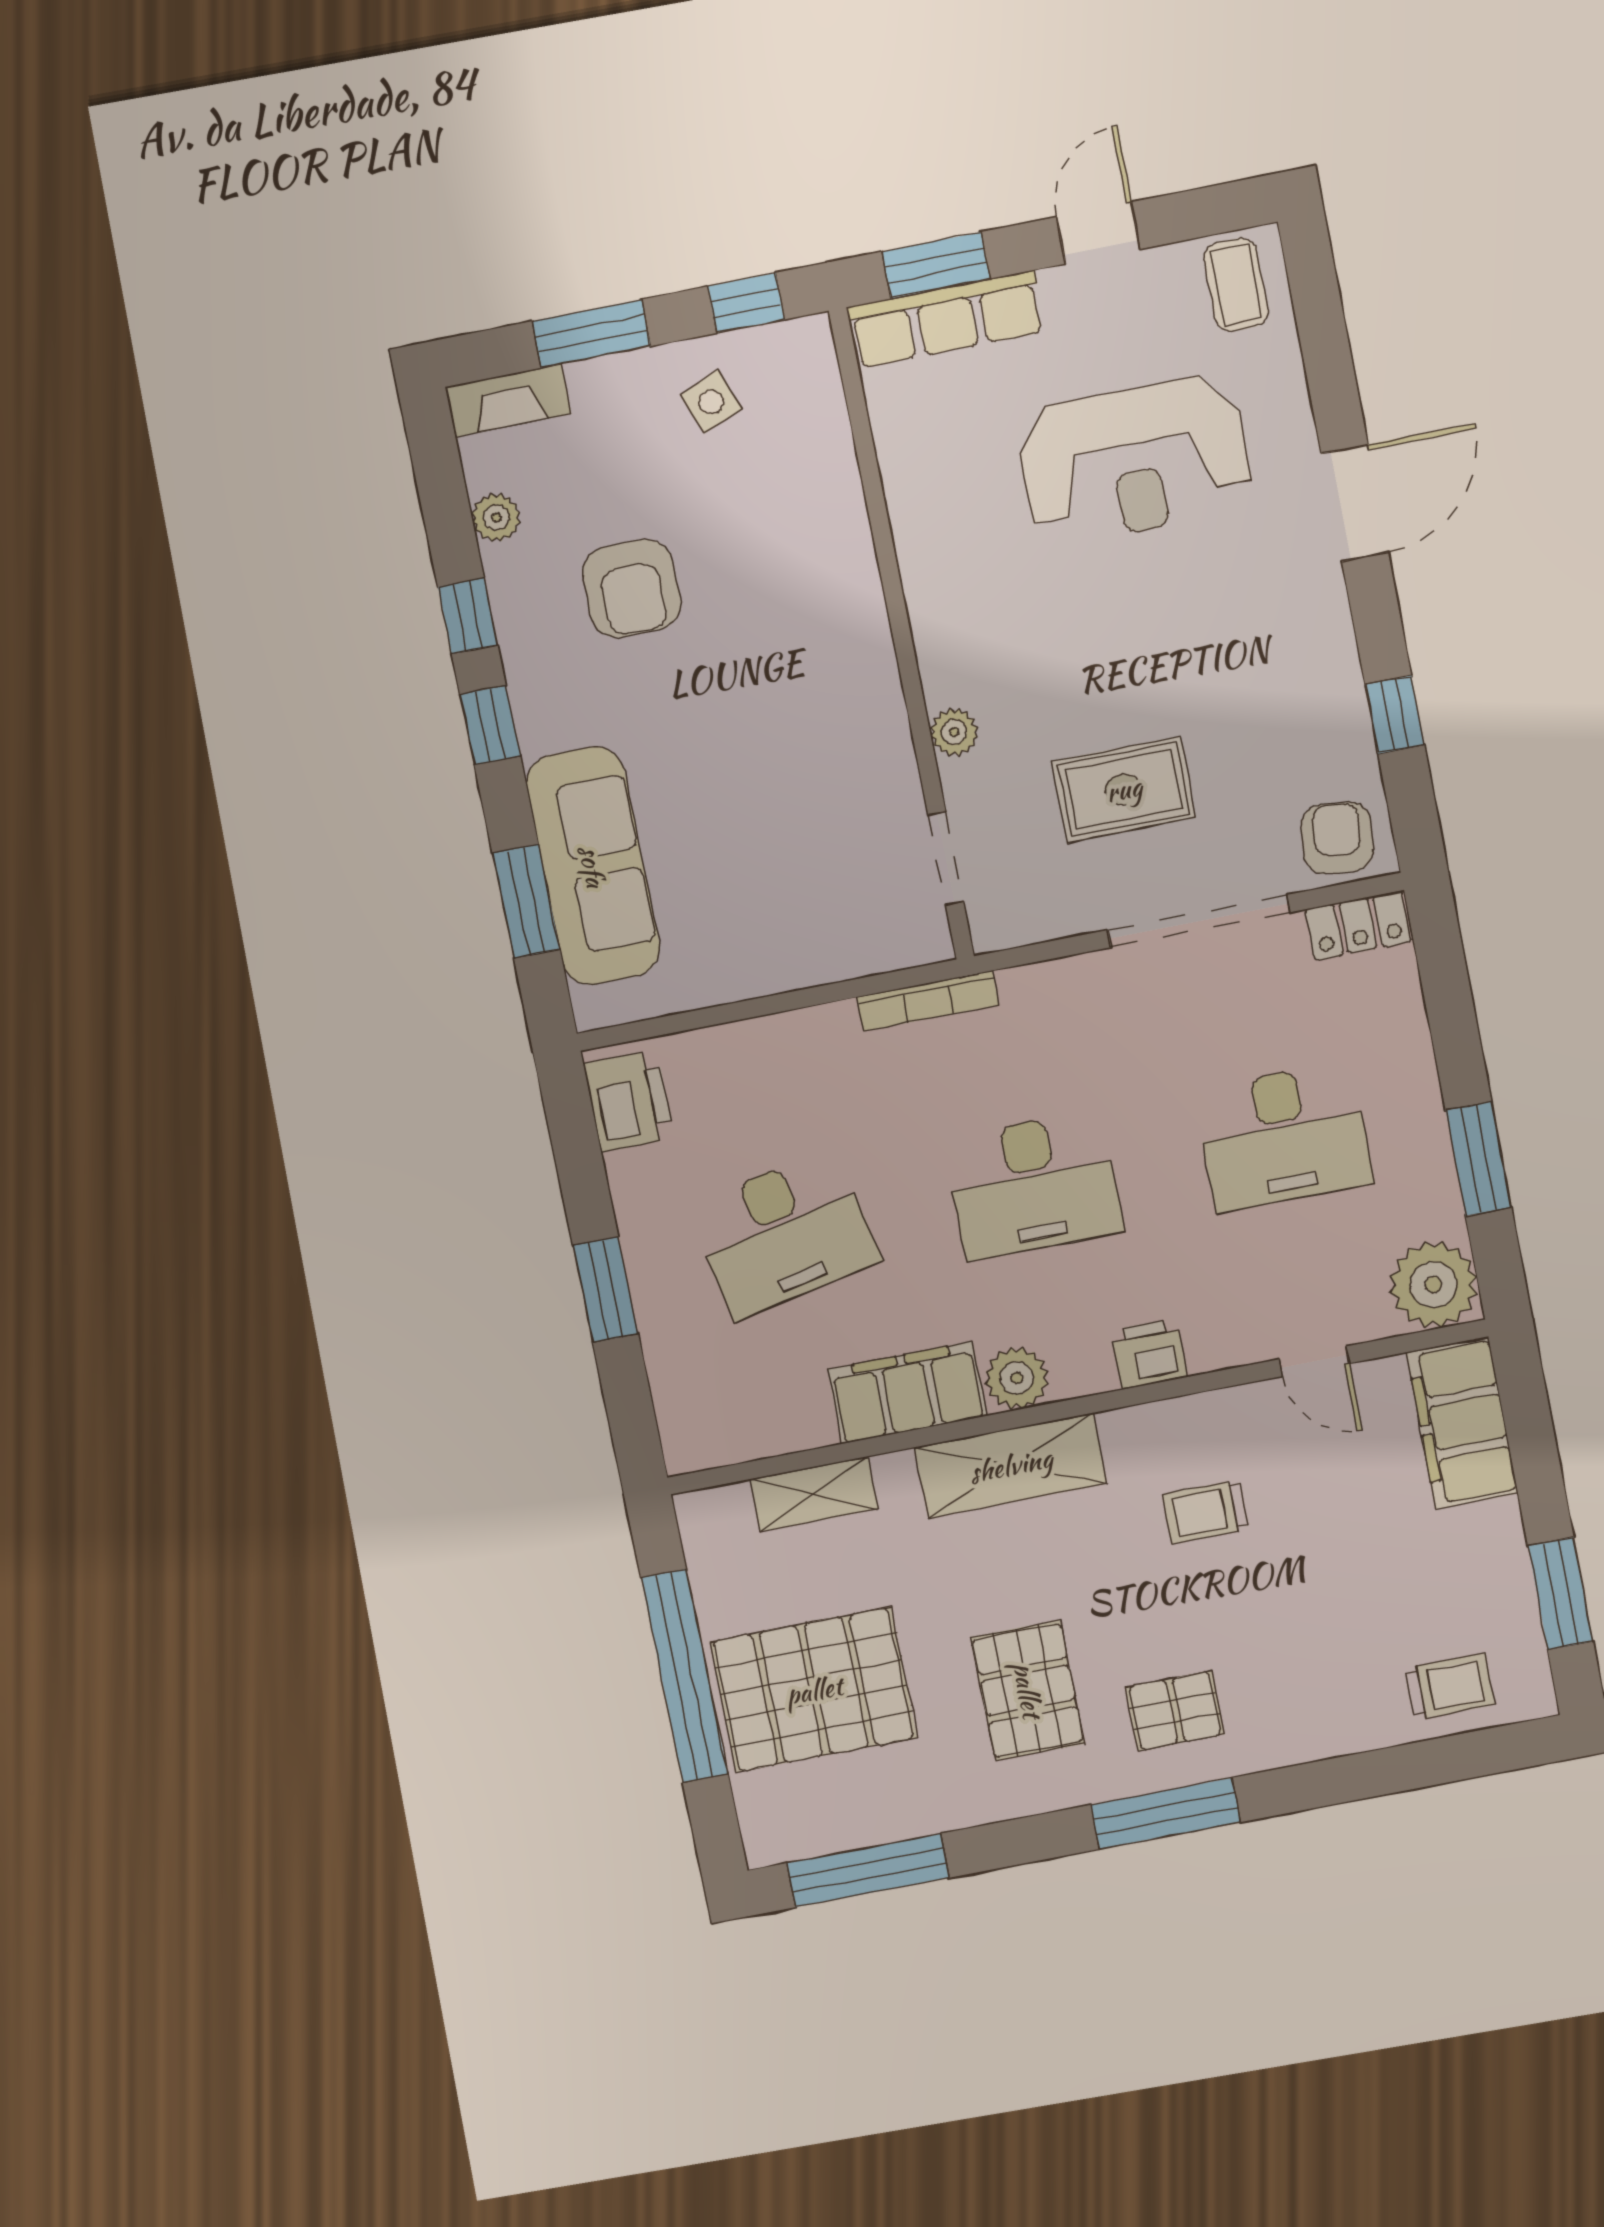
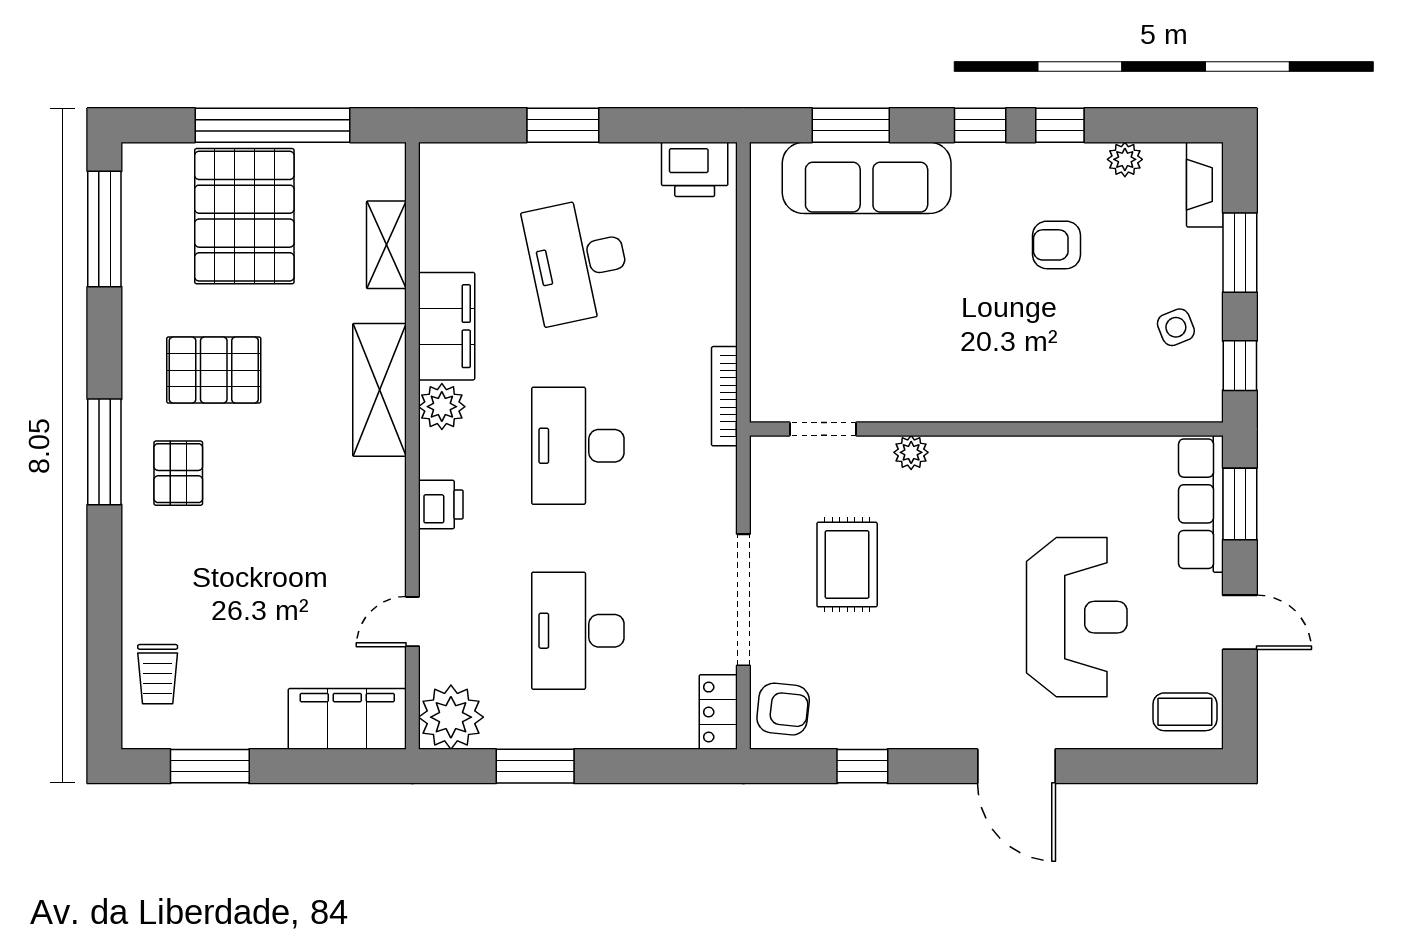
reception desk: (1135, 460) -> (1077, 617), turned 180
armchair: (632, 588) -> (1057, 245), width x0.72, depth x0.72
trolley: (1205, 1512) -> (319, 523), removed

